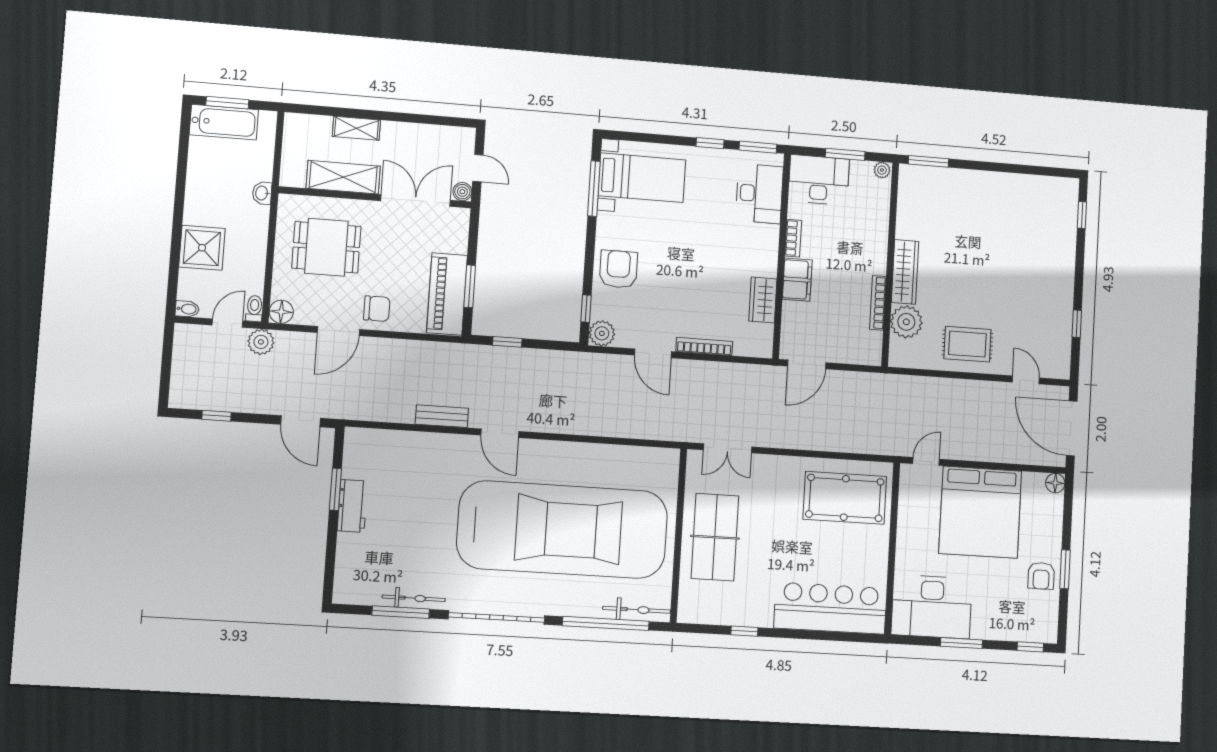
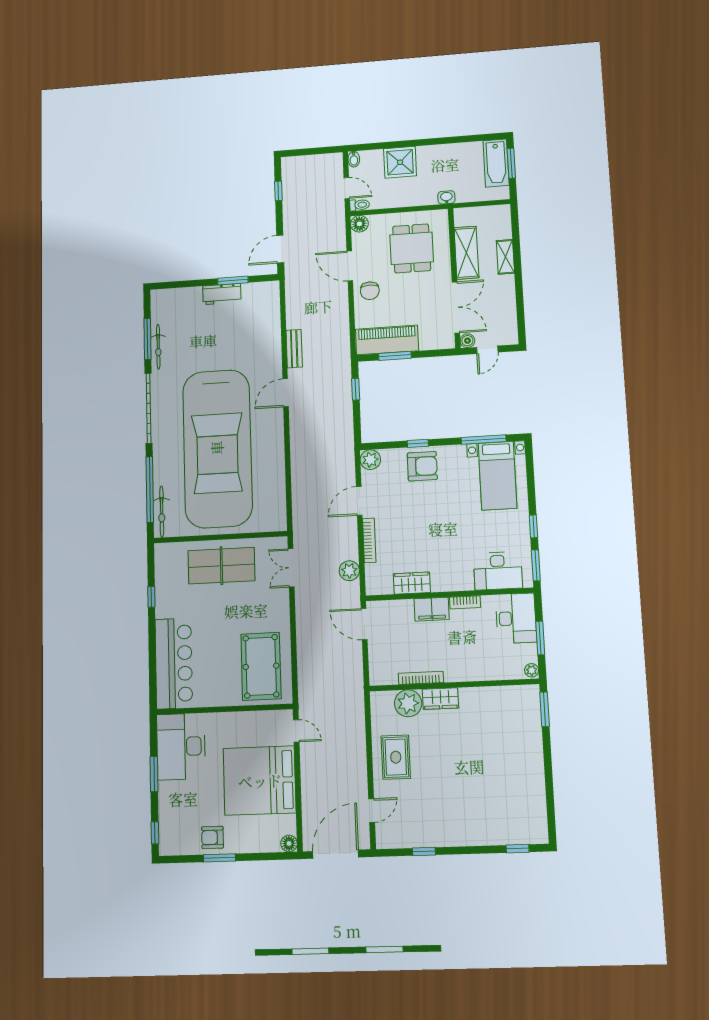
wardrobe: (905, 272) -> (440, 699), width x0.67
window: (586, 309) -> (418, 443), moved
plant: (261, 342) -> (349, 571), moved

